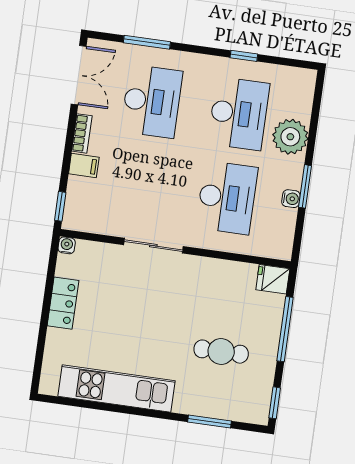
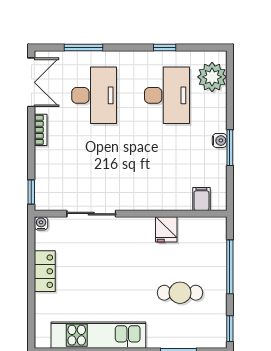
plant: (290, 137) -> (212, 77), moved
filing cabinet: (84, 165) -> (201, 199), moved, turned -90
desk: (227, 198) -> (167, 166), removed
water cooler: (291, 199) -> (220, 140), moved
sliding door: (153, 246) -> (91, 214), moved
fridge: (273, 279) -> (166, 229), moved, turned -90

